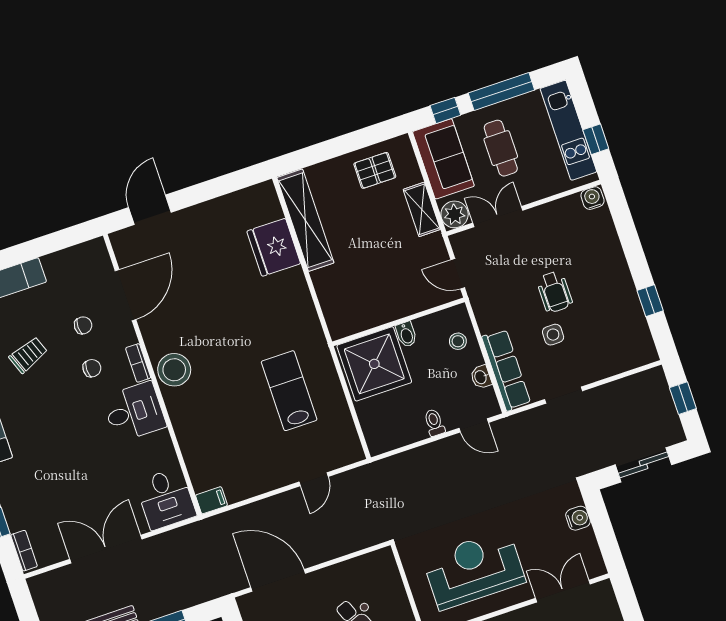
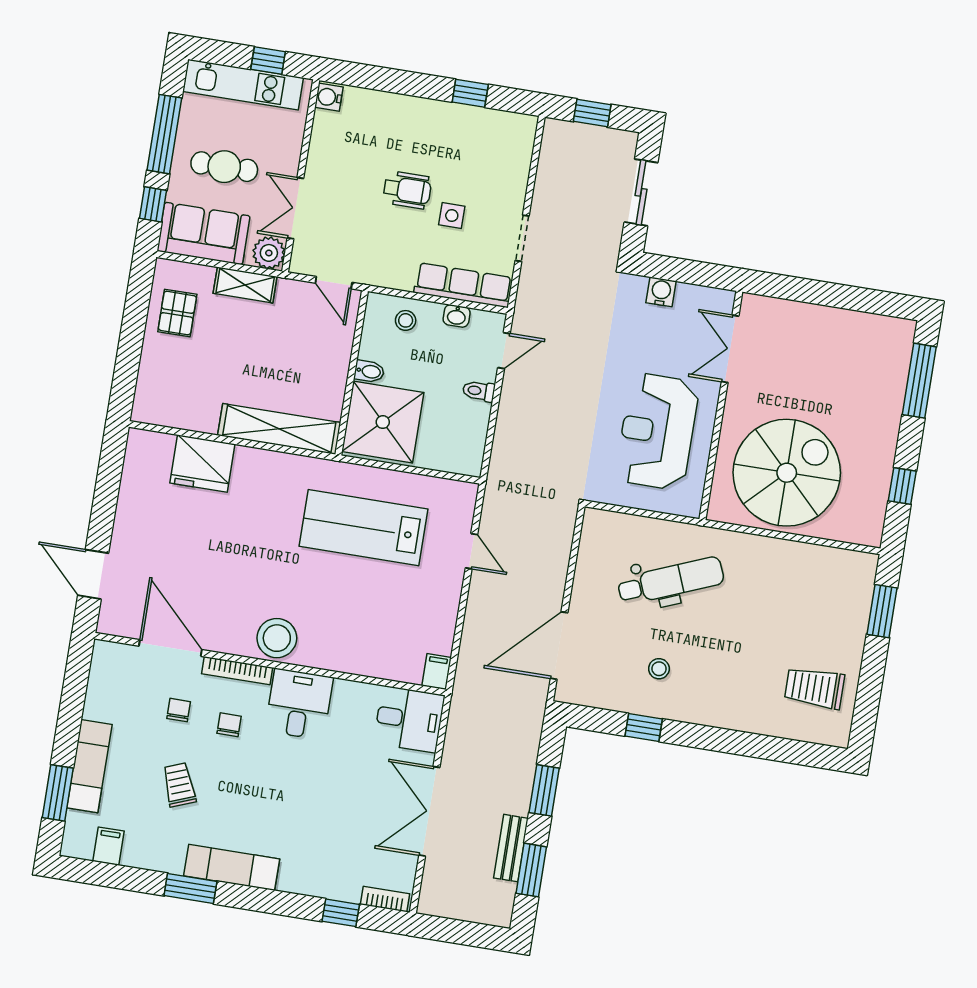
shelving: (305, 220) -> (279, 429), moved
door: (458, 274) -> (334, 283), hinge flipped
bookcase: (138, 363) -> (237, 671), width x1.56
lab bench: (289, 391) -> (364, 528), width x1.36, depth x1.39

